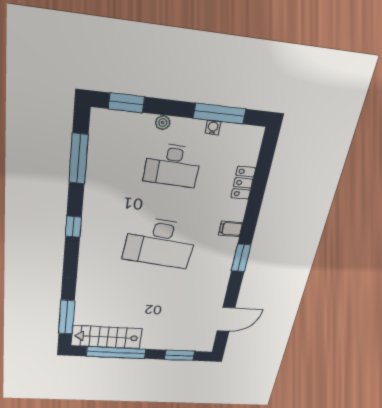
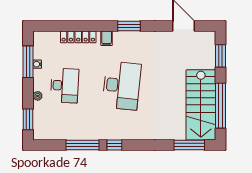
window: (78, 159) -> (83, 145), moved
locker: (243, 183) -> (78, 37), width x1.53
stairs: (107, 337) -> (201, 105), width x1.36, depth x1.51

